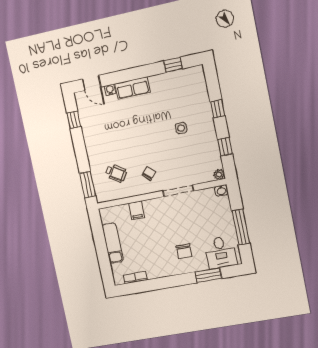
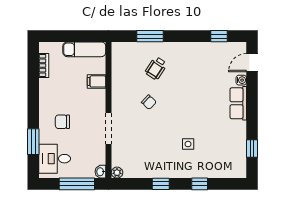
plant: (219, 174) -> (117, 173), moved
washbasin: (221, 190) -> (100, 172), moved
doorway: (178, 191) -> (109, 128), moved
wall: (161, 194) -> (109, 110), moved
filing cabinet: (137, 210) -> (97, 81), moved

